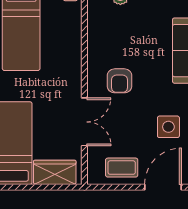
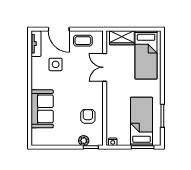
armchair: (120, 81) -> (88, 116), moved
door: (163, 187) -> (59, 29), hinge flipped

